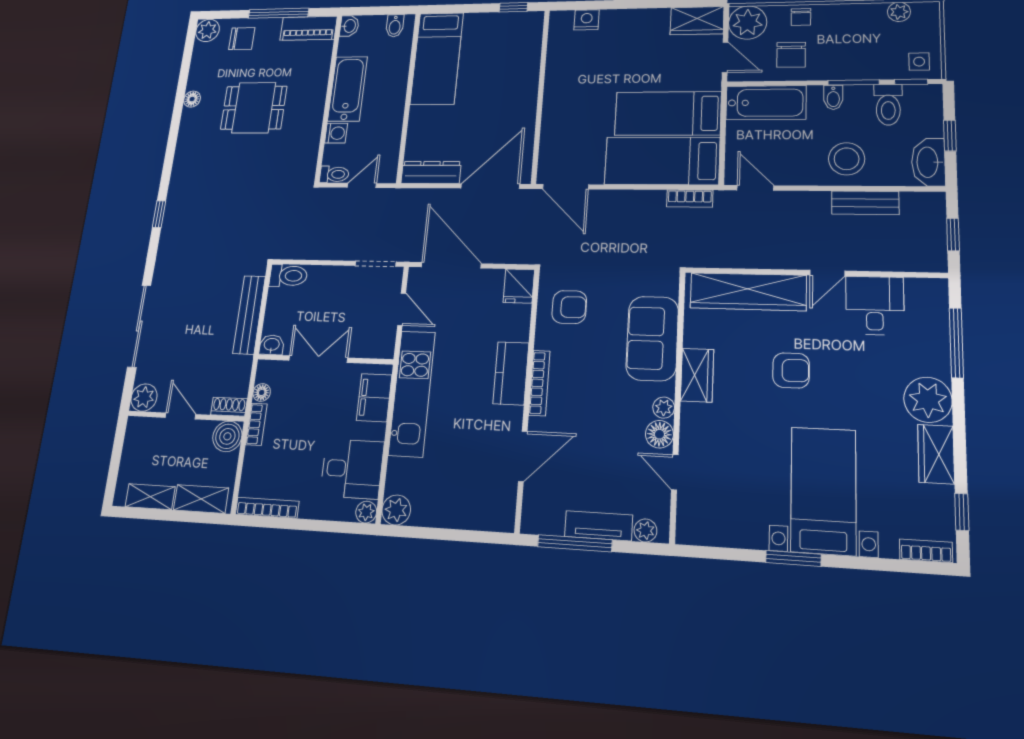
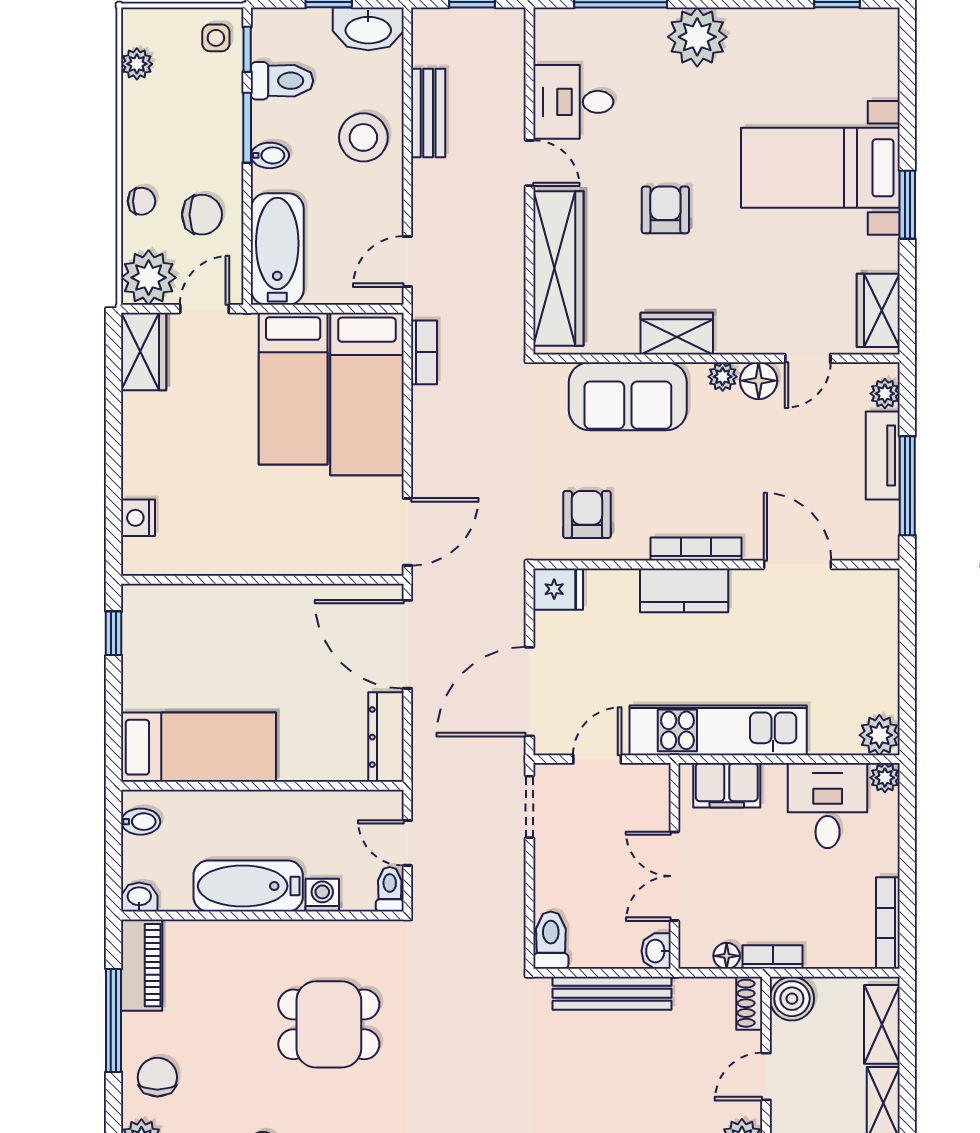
dining table: (254, 108) -> (329, 1024), moved, turned 90
wardrobe: (936, 454) -> (878, 310), moved, turned 90
bookcase: (926, 551) -> (887, 44), removed

